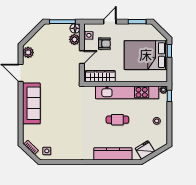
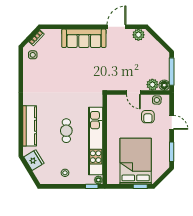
wardrobe: (100, 76) -> (113, 112), removed

